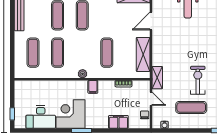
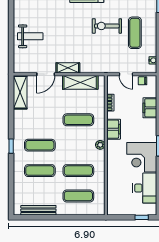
door: (151, 21) -> (46, 74), hinge flipped
shelving: (157, 78) -> (68, 68), moved
filing cabinet: (93, 87) -> (114, 129), width x2.00
door: (151, 99) -> (126, 74), swing flipped

